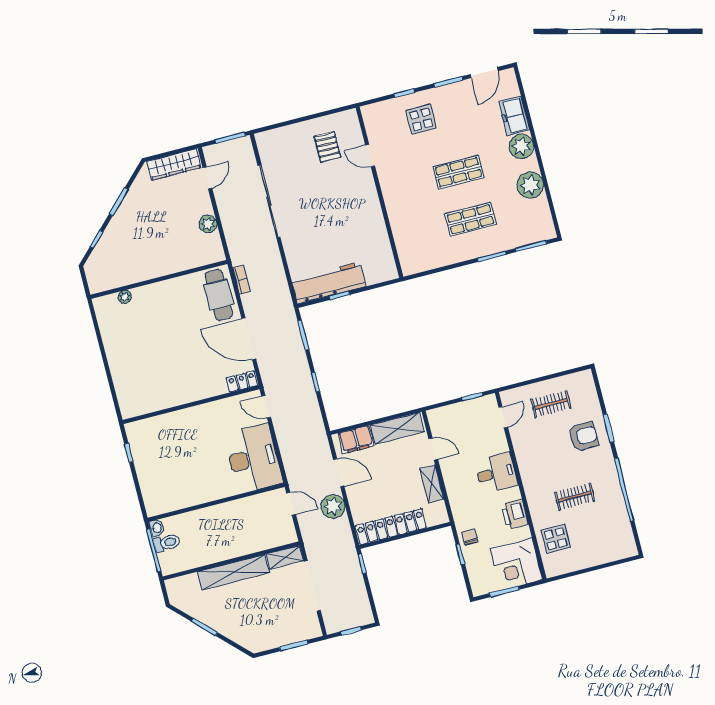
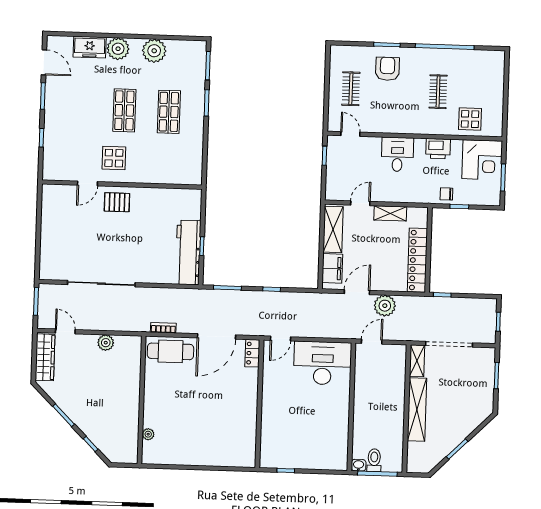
display table: (421, 119) -> (114, 158), moved
pallet: (327, 147) -> (117, 202), moved

